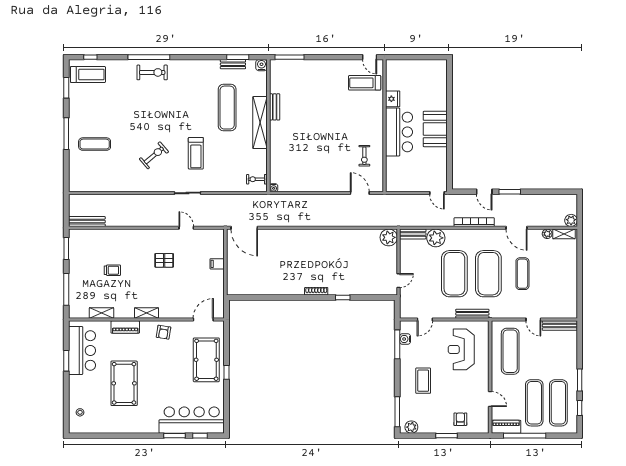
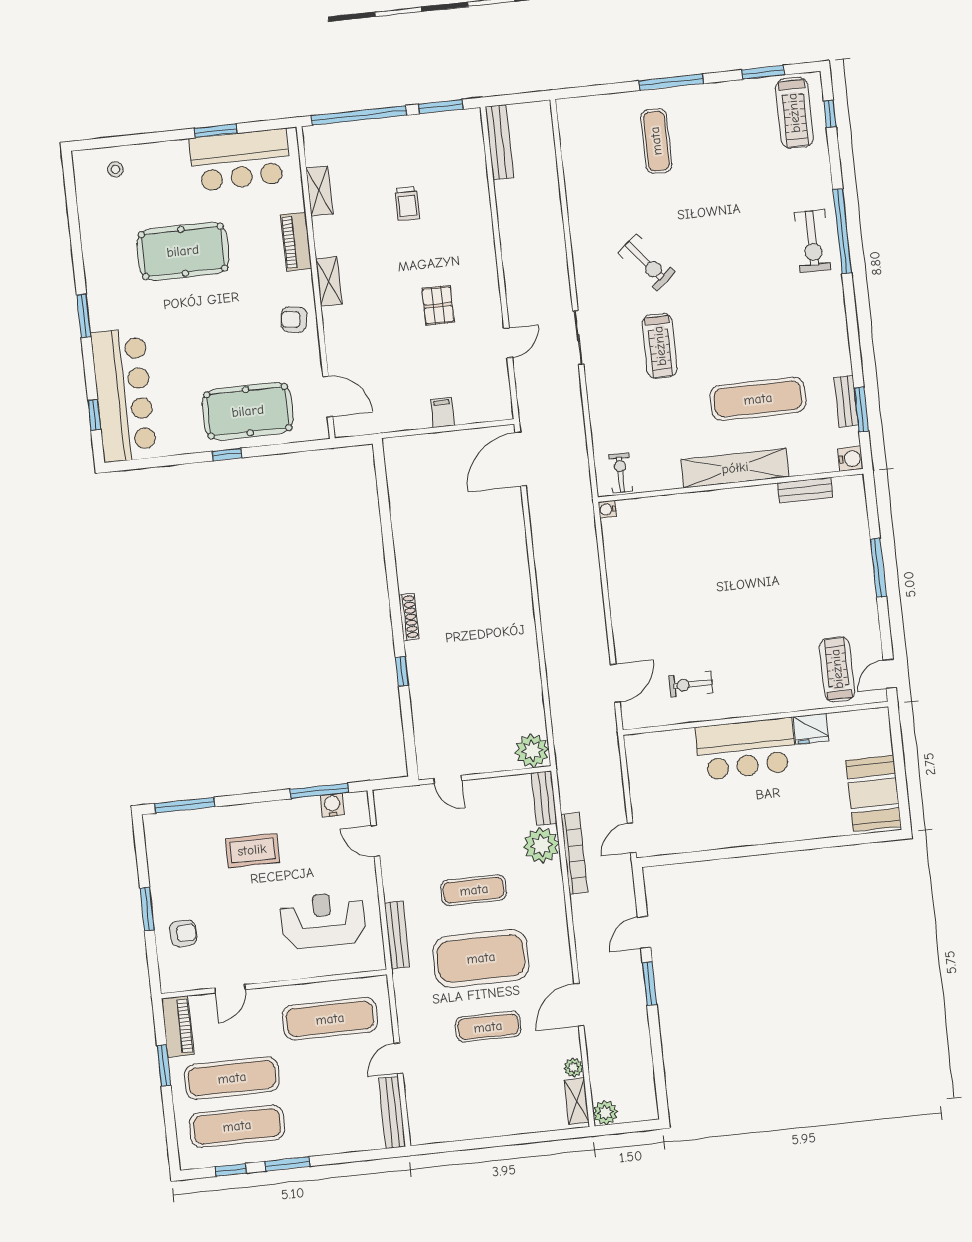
window: (289, 57) -> (878, 568), moved
bench: (275, 107) -> (805, 490), moved
booth: (435, 129) -> (874, 793), moved, turned 90
treadmill: (196, 153) -> (660, 346), turned -90
bookcase: (474, 222) -> (574, 853), moved
exercise mat: (454, 274) -> (474, 890), width x0.50, depth x0.69
window: (66, 289) -> (359, 115), width x1.46
plant: (411, 427) -> (157, 837), removed
window: (175, 436) -> (84, 316), moved
window: (525, 436) -> (164, 1066), width x0.47

